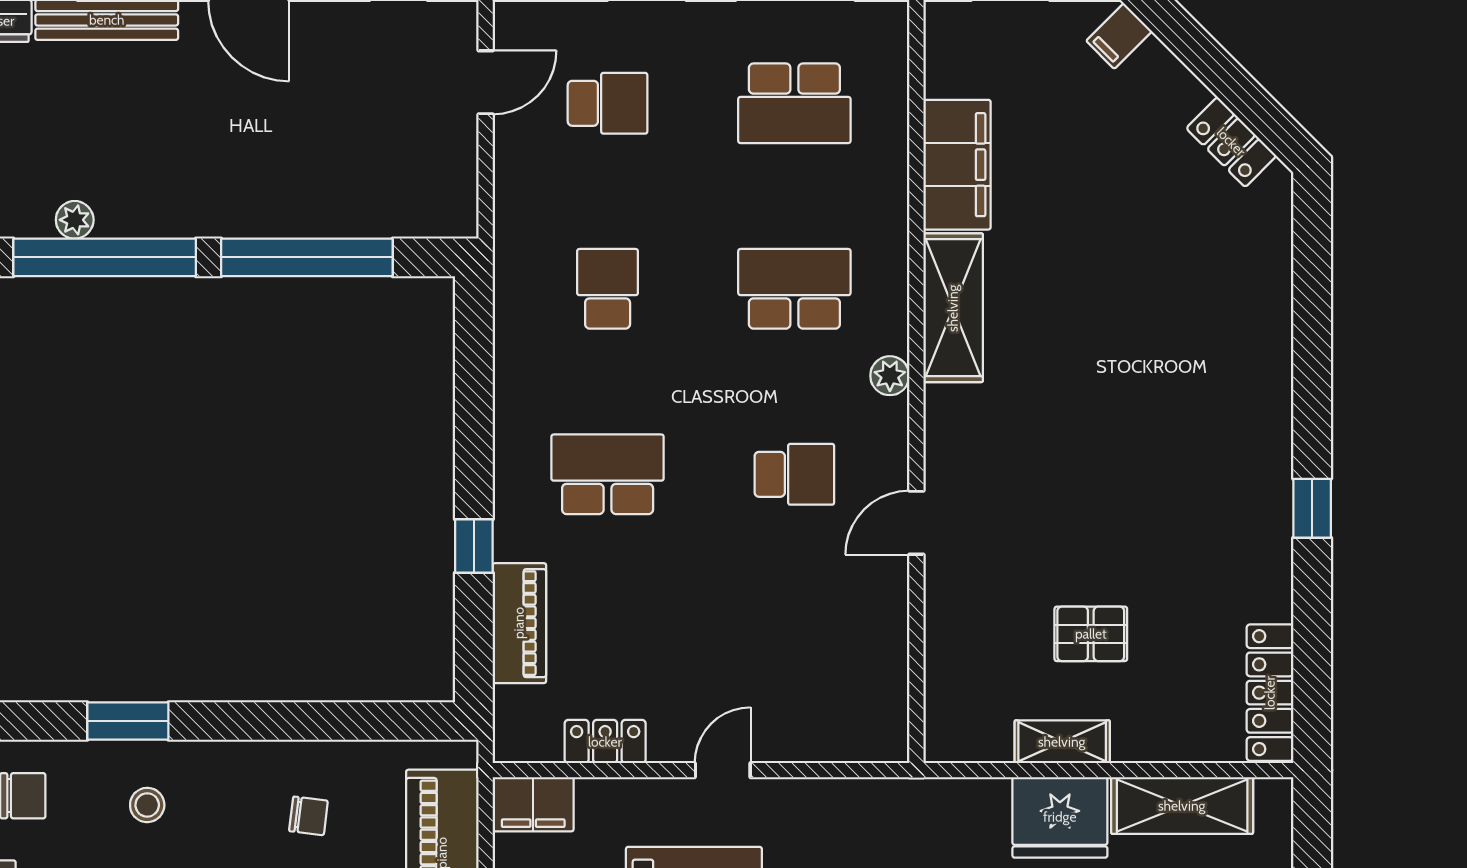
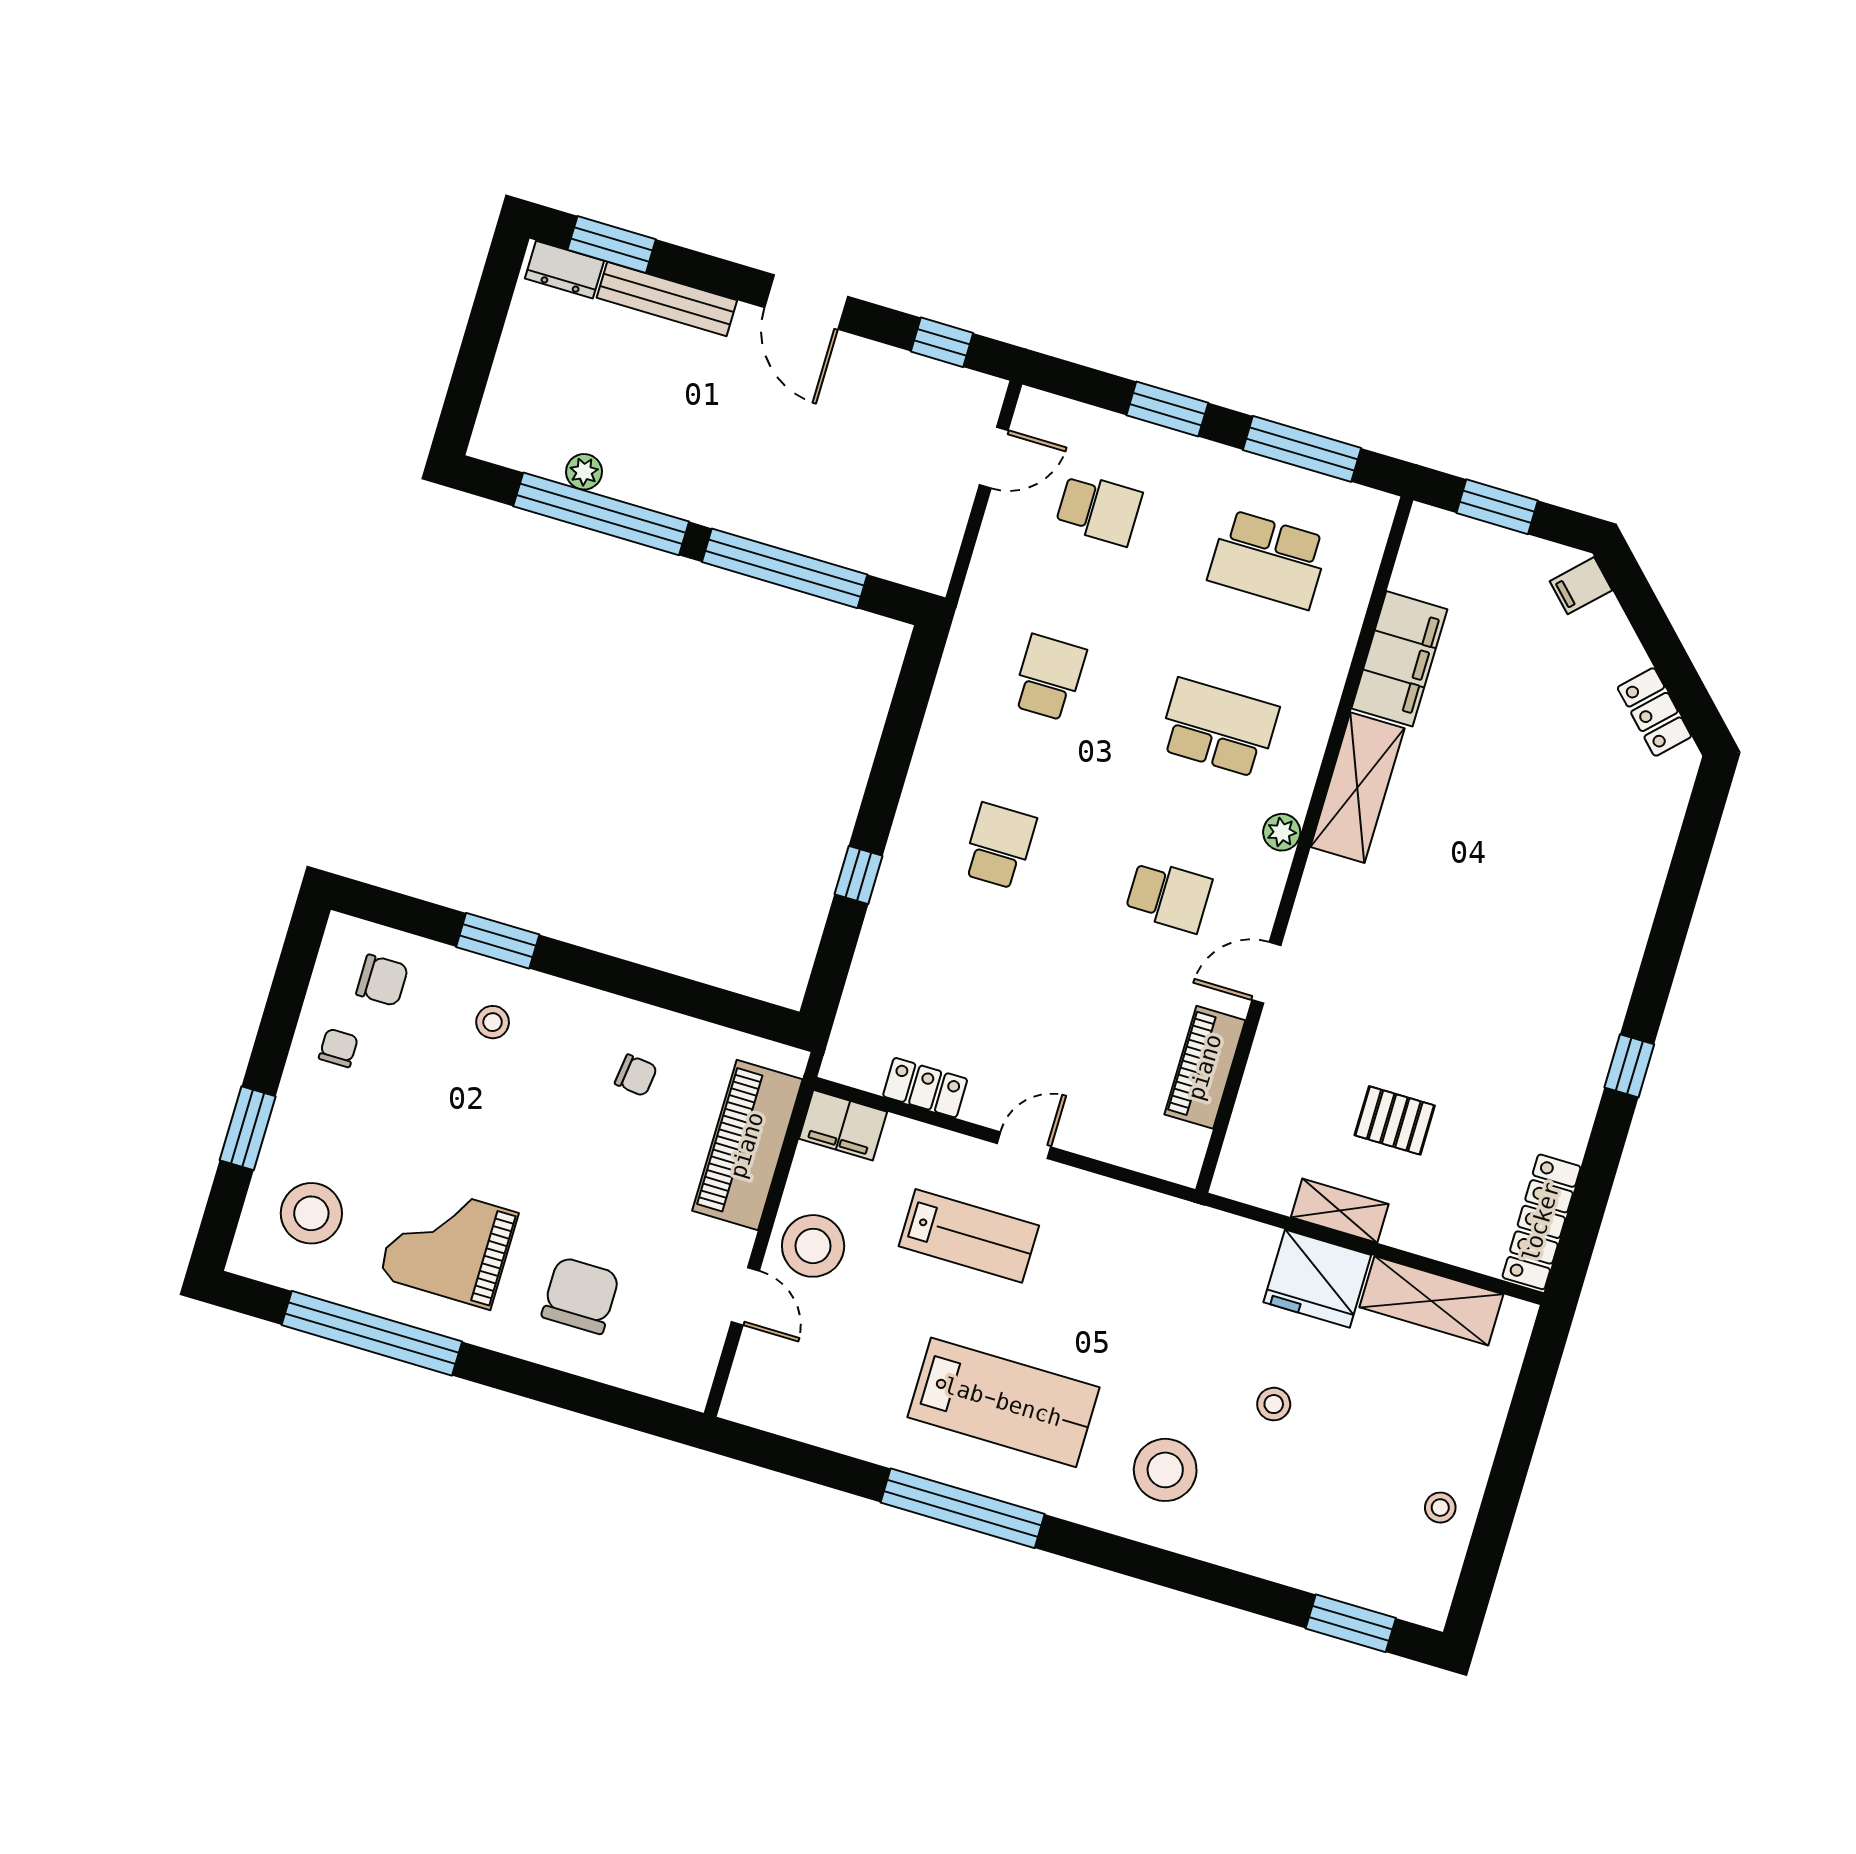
school desk: (608, 474) -> (999, 846), width x0.54
piano: (519, 623) -> (1205, 1067), moved, turned 180

